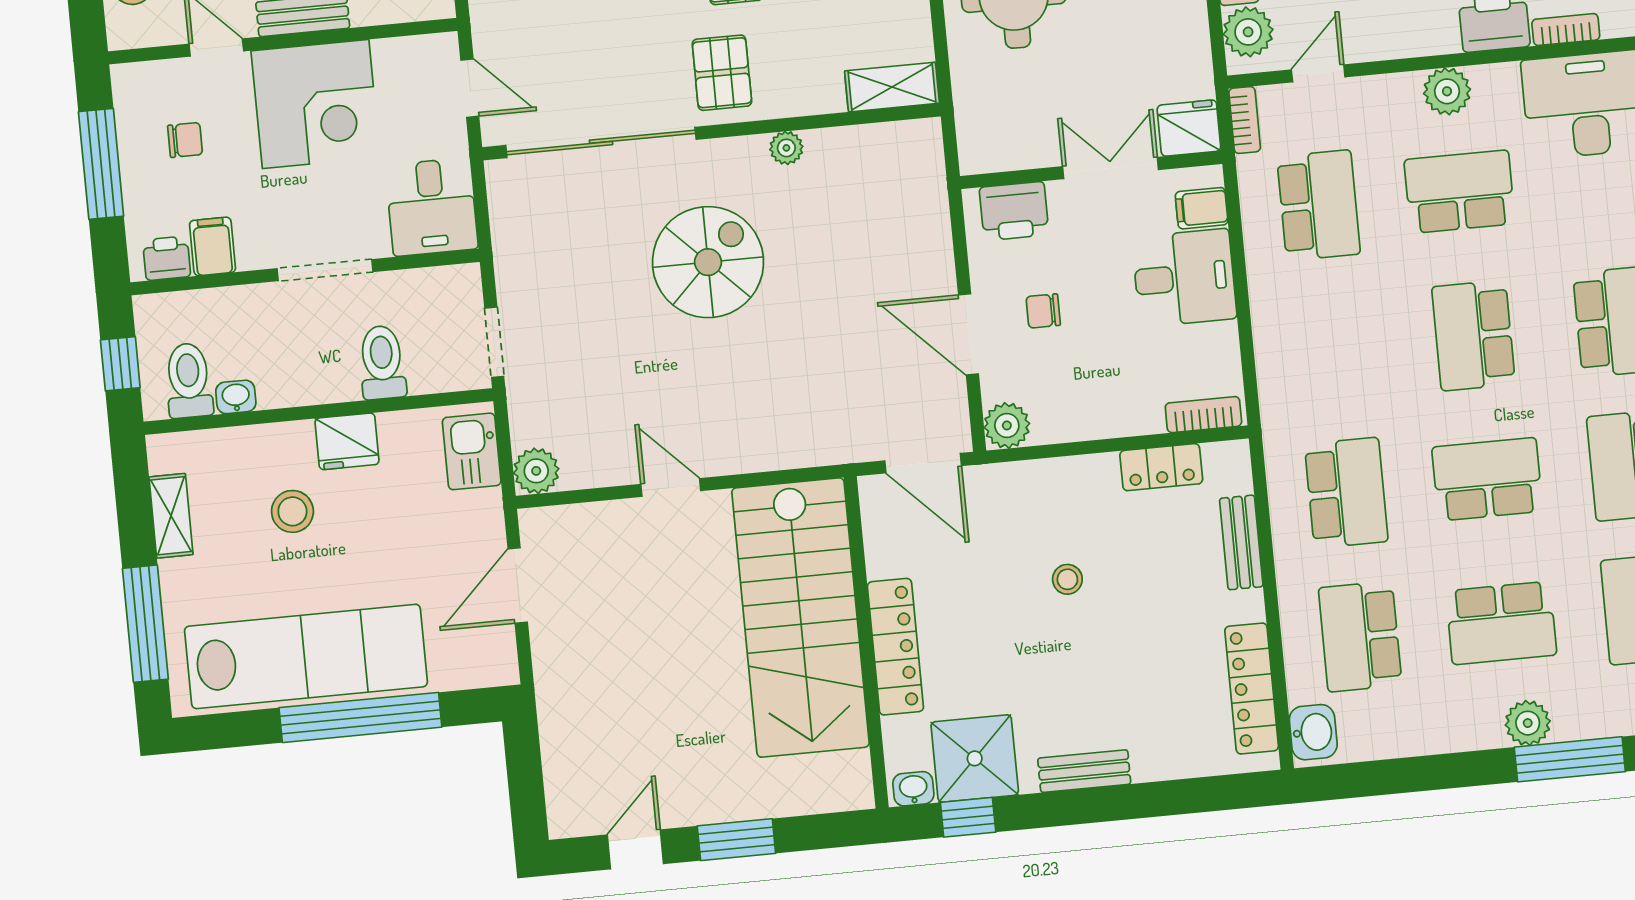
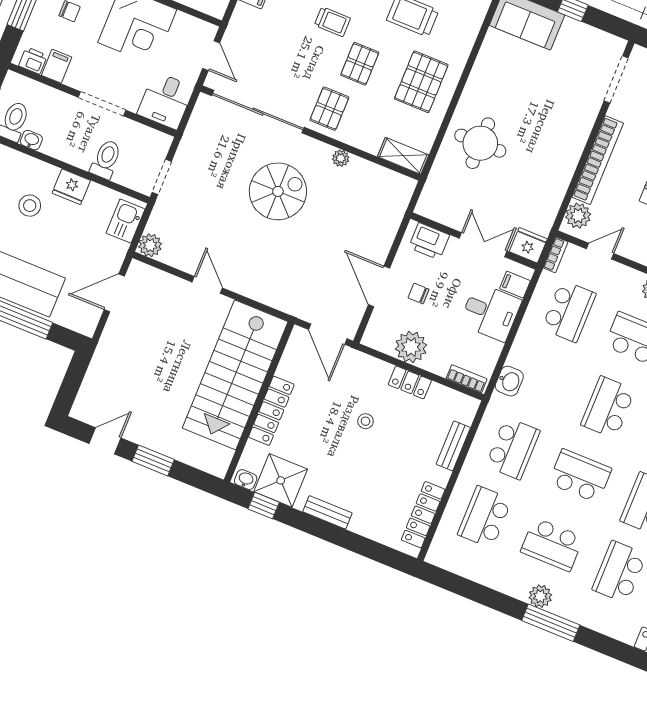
plant: (1007, 425) -> (411, 347), moved, width x1.36, depth x1.36
locker: (1161, 467) -> (410, 382), moved
washbasin: (1313, 732) -> (509, 381), moved

